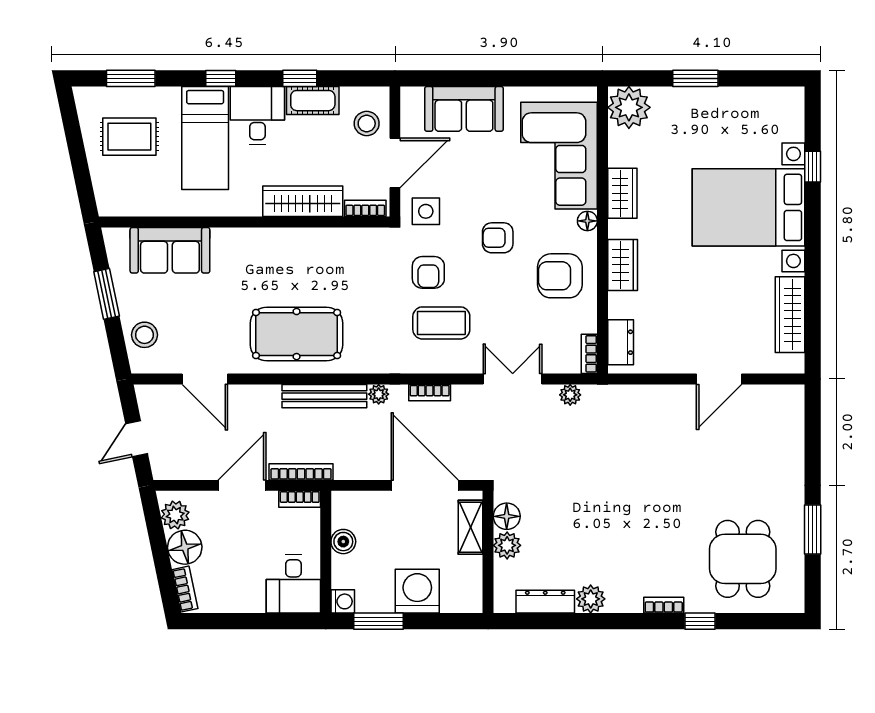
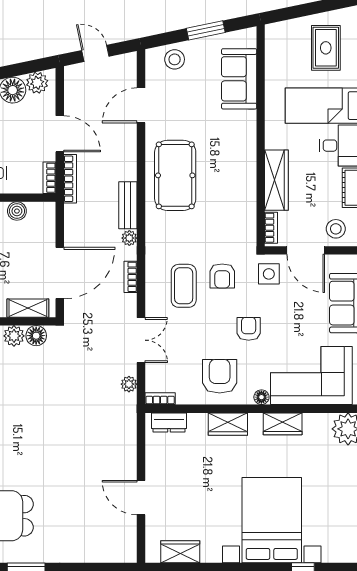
armchair: (428, 272) -> (222, 276), turned -90
wardrobe: (790, 315) -> (180, 552), width x0.67
bench: (324, 396) -> (128, 205), width x0.73

